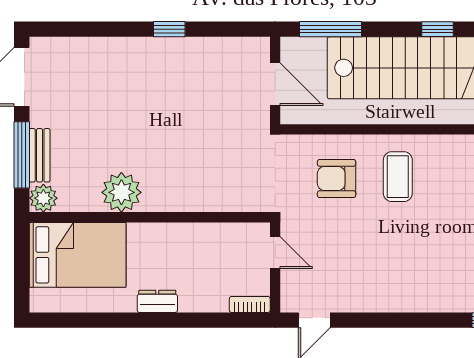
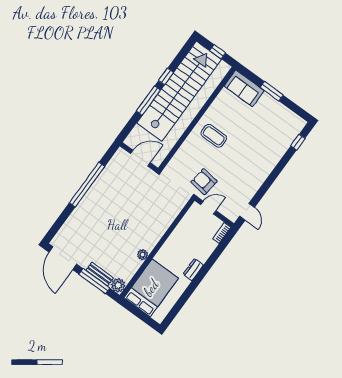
window: (169, 29) -> (87, 185), width x3.17
window: (330, 29) -> (148, 101), moved
armchair: (337, 179) -> (204, 182), moved, turned 97
plant: (121, 192) -> (143, 255), width x0.53, depth x0.53

